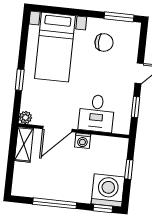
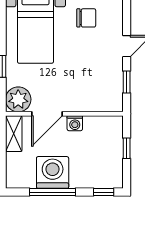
desk: (97, 113) -> (86, 93), removed
plant: (25, 117) -> (18, 99), width x1.88, depth x1.88
washing machine: (108, 190) -> (53, 172), moved

